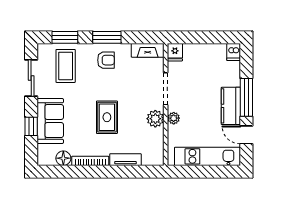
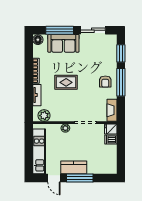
window: (107, 37) -> (121, 82), width x1.44
dishwasher: (234, 52) -> (111, 139), moved
coffee table: (66, 66) -> (101, 54), removed
plant: (155, 119) -> (44, 116), moved
window: (31, 126) -> (60, 30), width x2.17
door: (246, 135) -> (54, 178), swing flipped
floor lamp: (63, 158) -> (38, 40), moved

